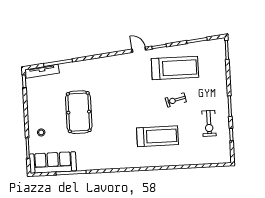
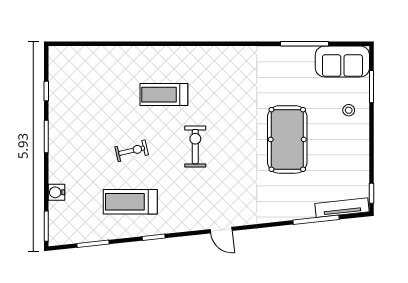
door: (139, 50) -> (221, 230), moved
treadmill: (175, 68) -> (130, 202), width x0.73, depth x0.73
water cooler: (222, 71) -> (56, 192), added
exercise bike: (209, 123) -> (195, 147), moved
treadmill: (158, 136) -> (164, 95), width x0.73, depth x0.73
sofa: (53, 162) -> (342, 61), width x0.73

